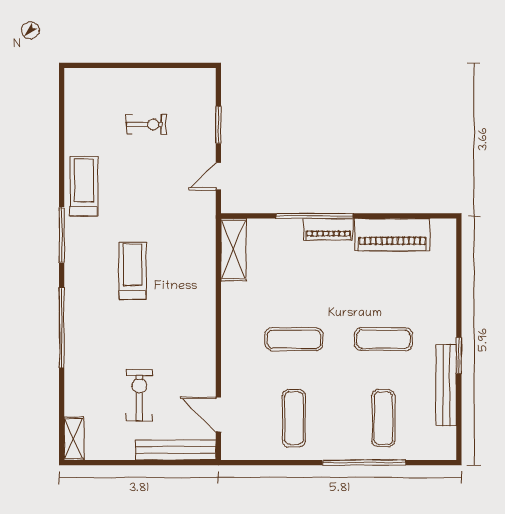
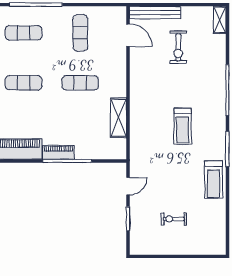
shelving: (233, 250) -> (119, 118), moved
exercise mat: (383, 418) -> (24, 33), turned 90

